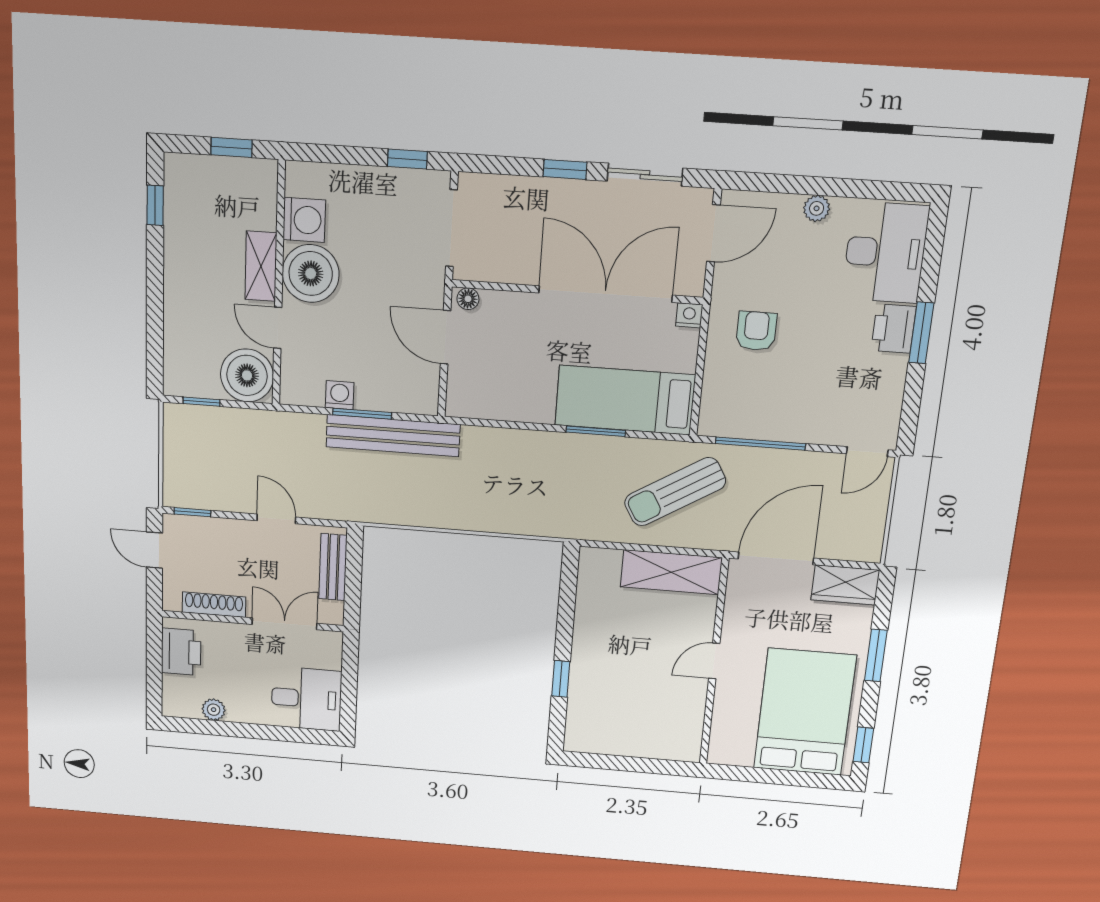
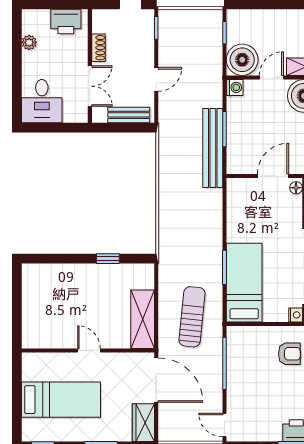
washing machine: (340, 395) -> (235, 87), moved
sun lounger: (675, 492) -> (192, 317), turned 37
shoe rack: (214, 605) -> (98, 48), width x0.70
window: (561, 679) -> (108, 259), moved
bed: (805, 712) -> (61, 400), width x0.67

